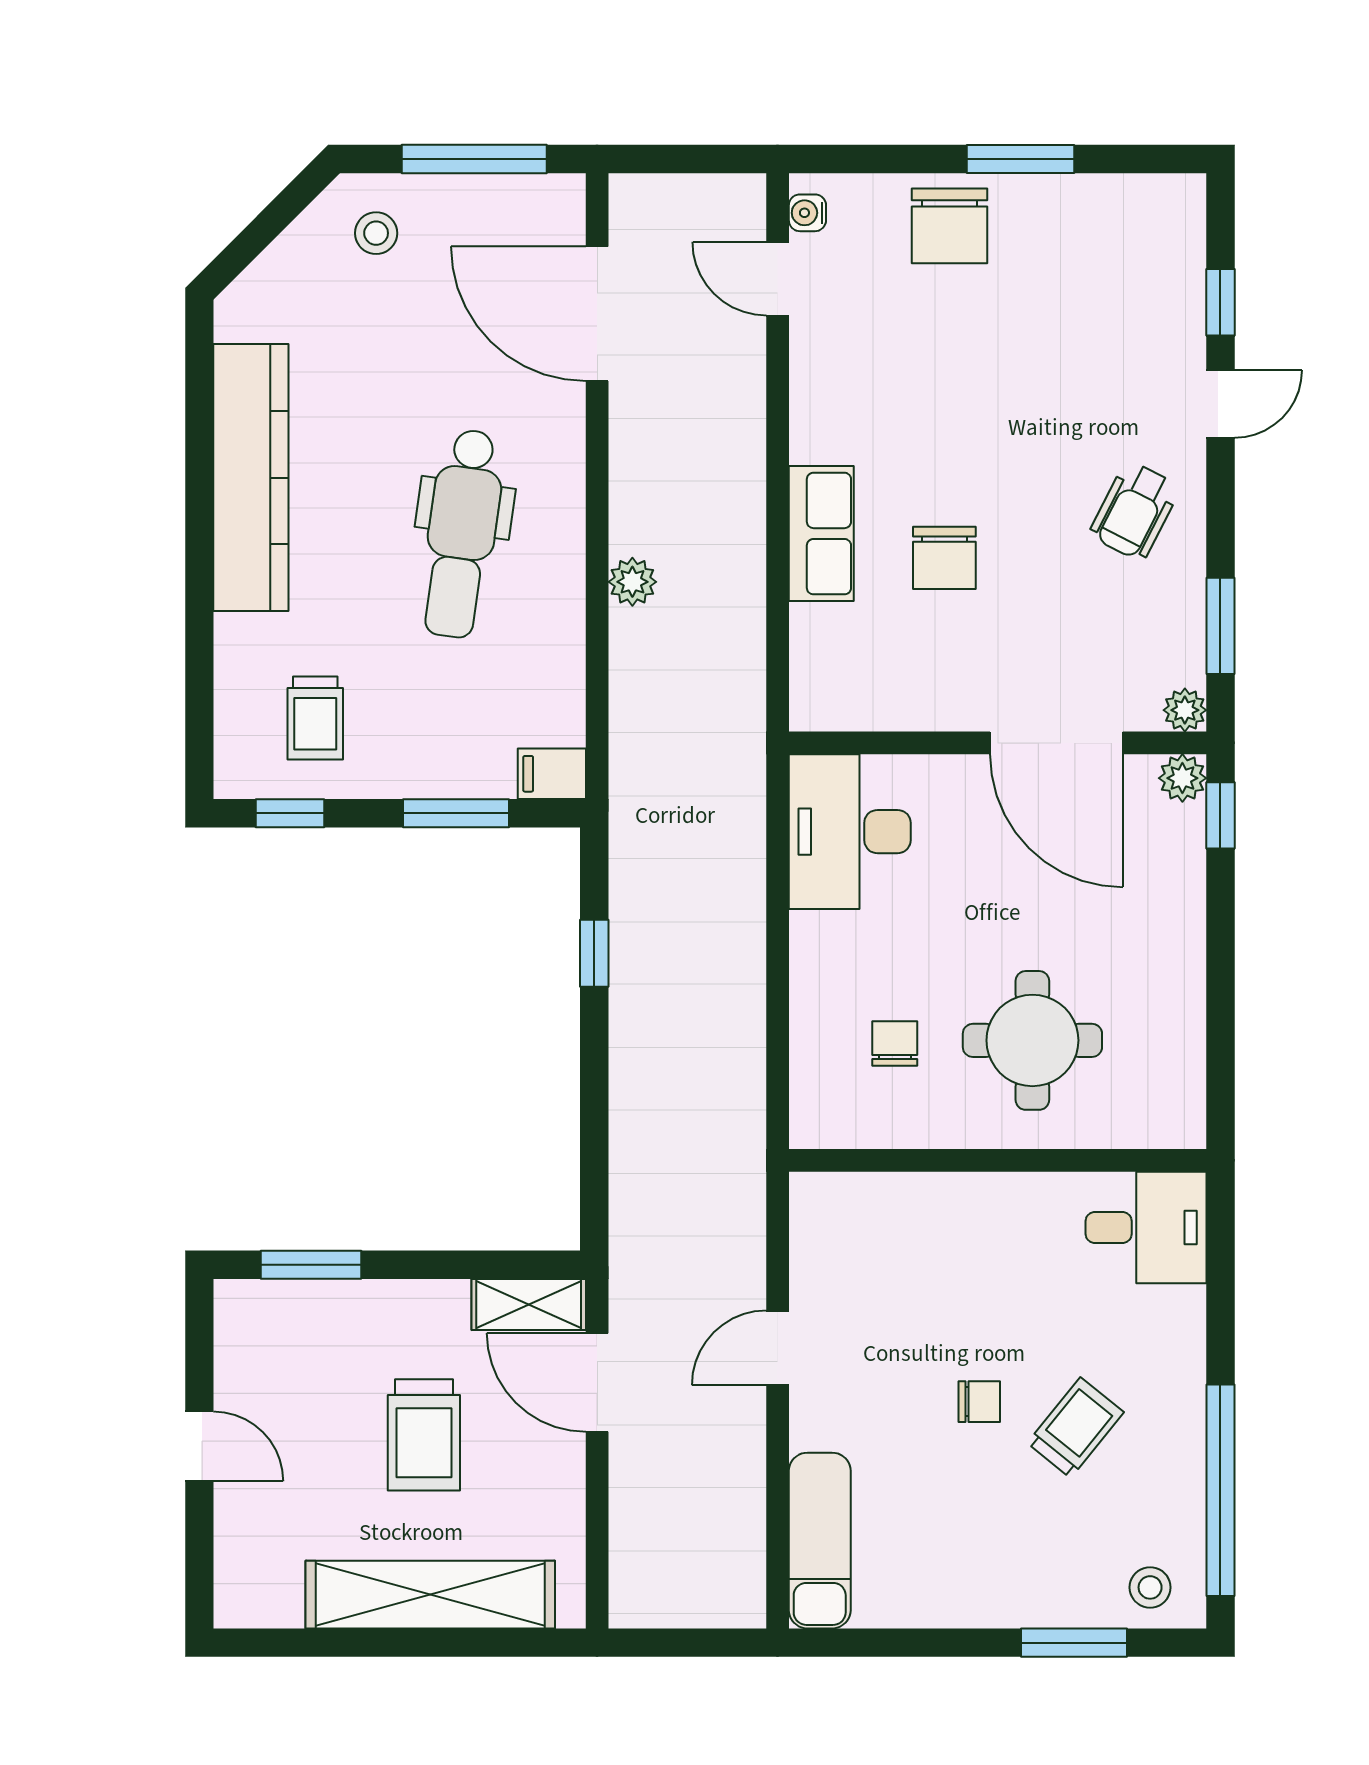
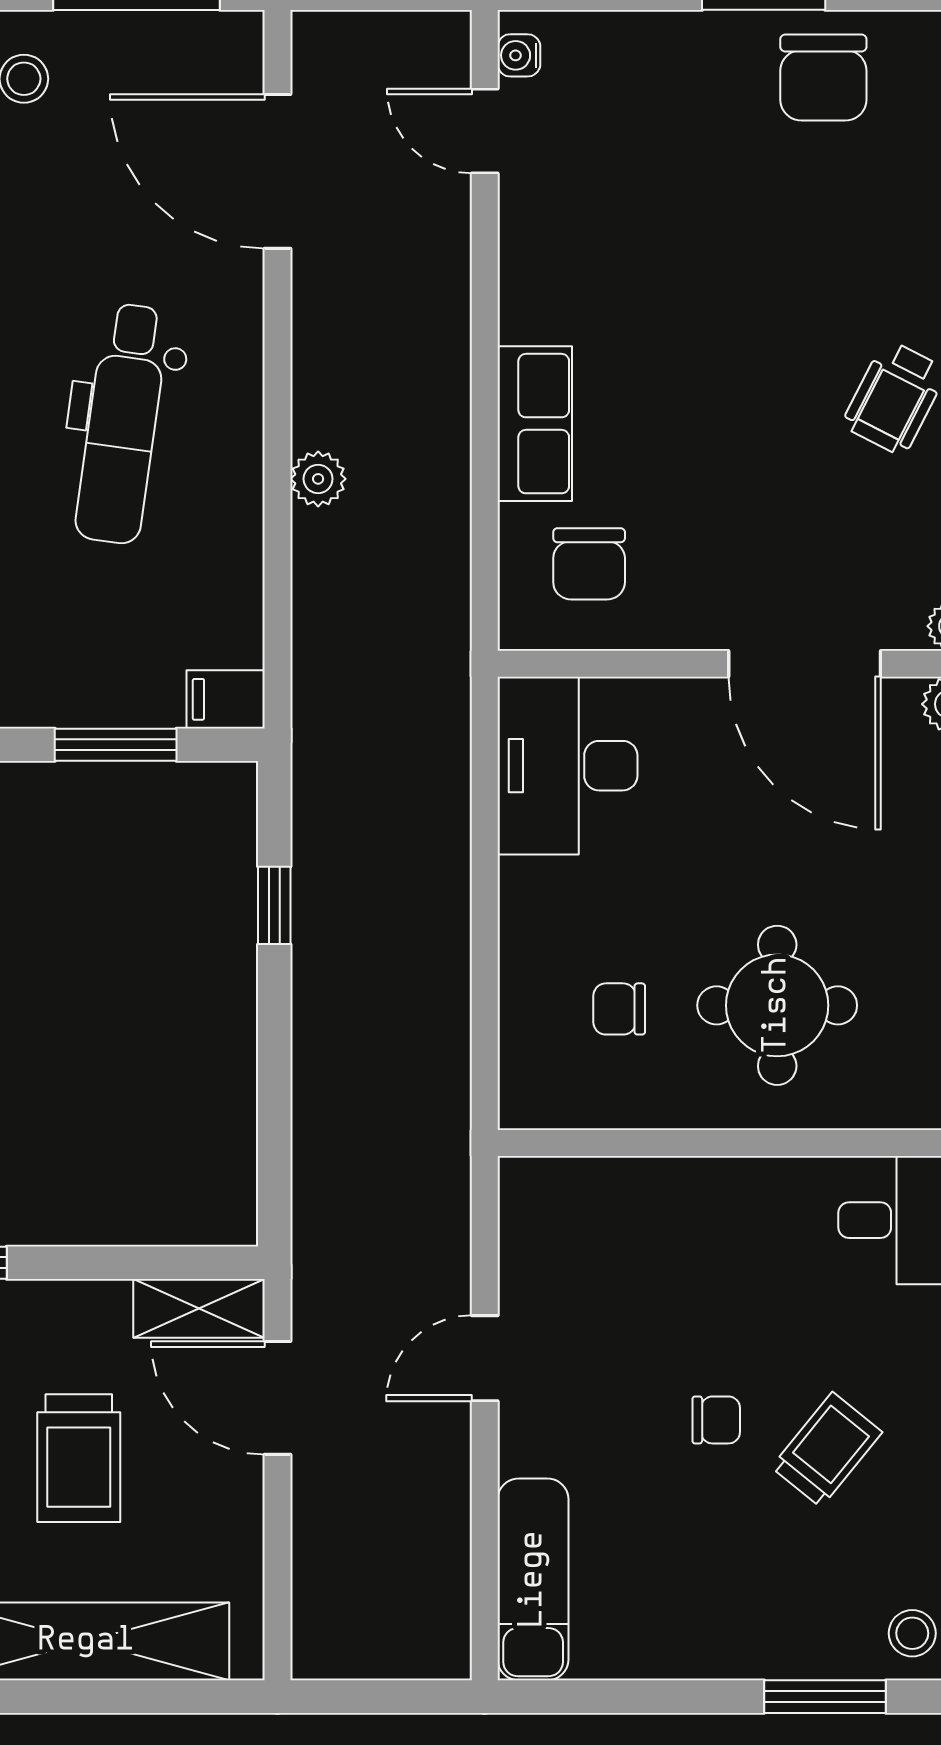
chair: (949, 226) -> (823, 77), moved
chair: (944, 558) -> (589, 564), moved
chair: (895, 1044) -> (619, 1009), turned -90

